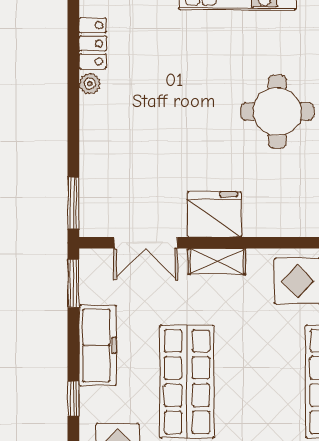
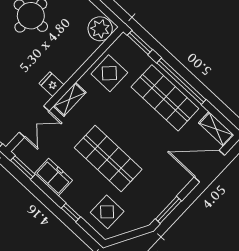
fridge: (214, 214) -> (51, 84), width x0.53, depth x0.75
freezer: (98, 345) -> (53, 177), width x0.71

